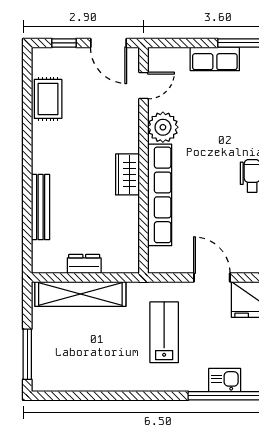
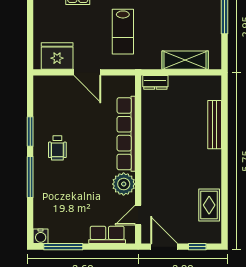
row of seats: (215, 59) -> (107, 235), moved
wardrobe: (127, 174) -> (150, 149), removed
dresser: (84, 264) -> (155, 82), moved
shelving: (80, 294) -> (185, 60), width x0.68

